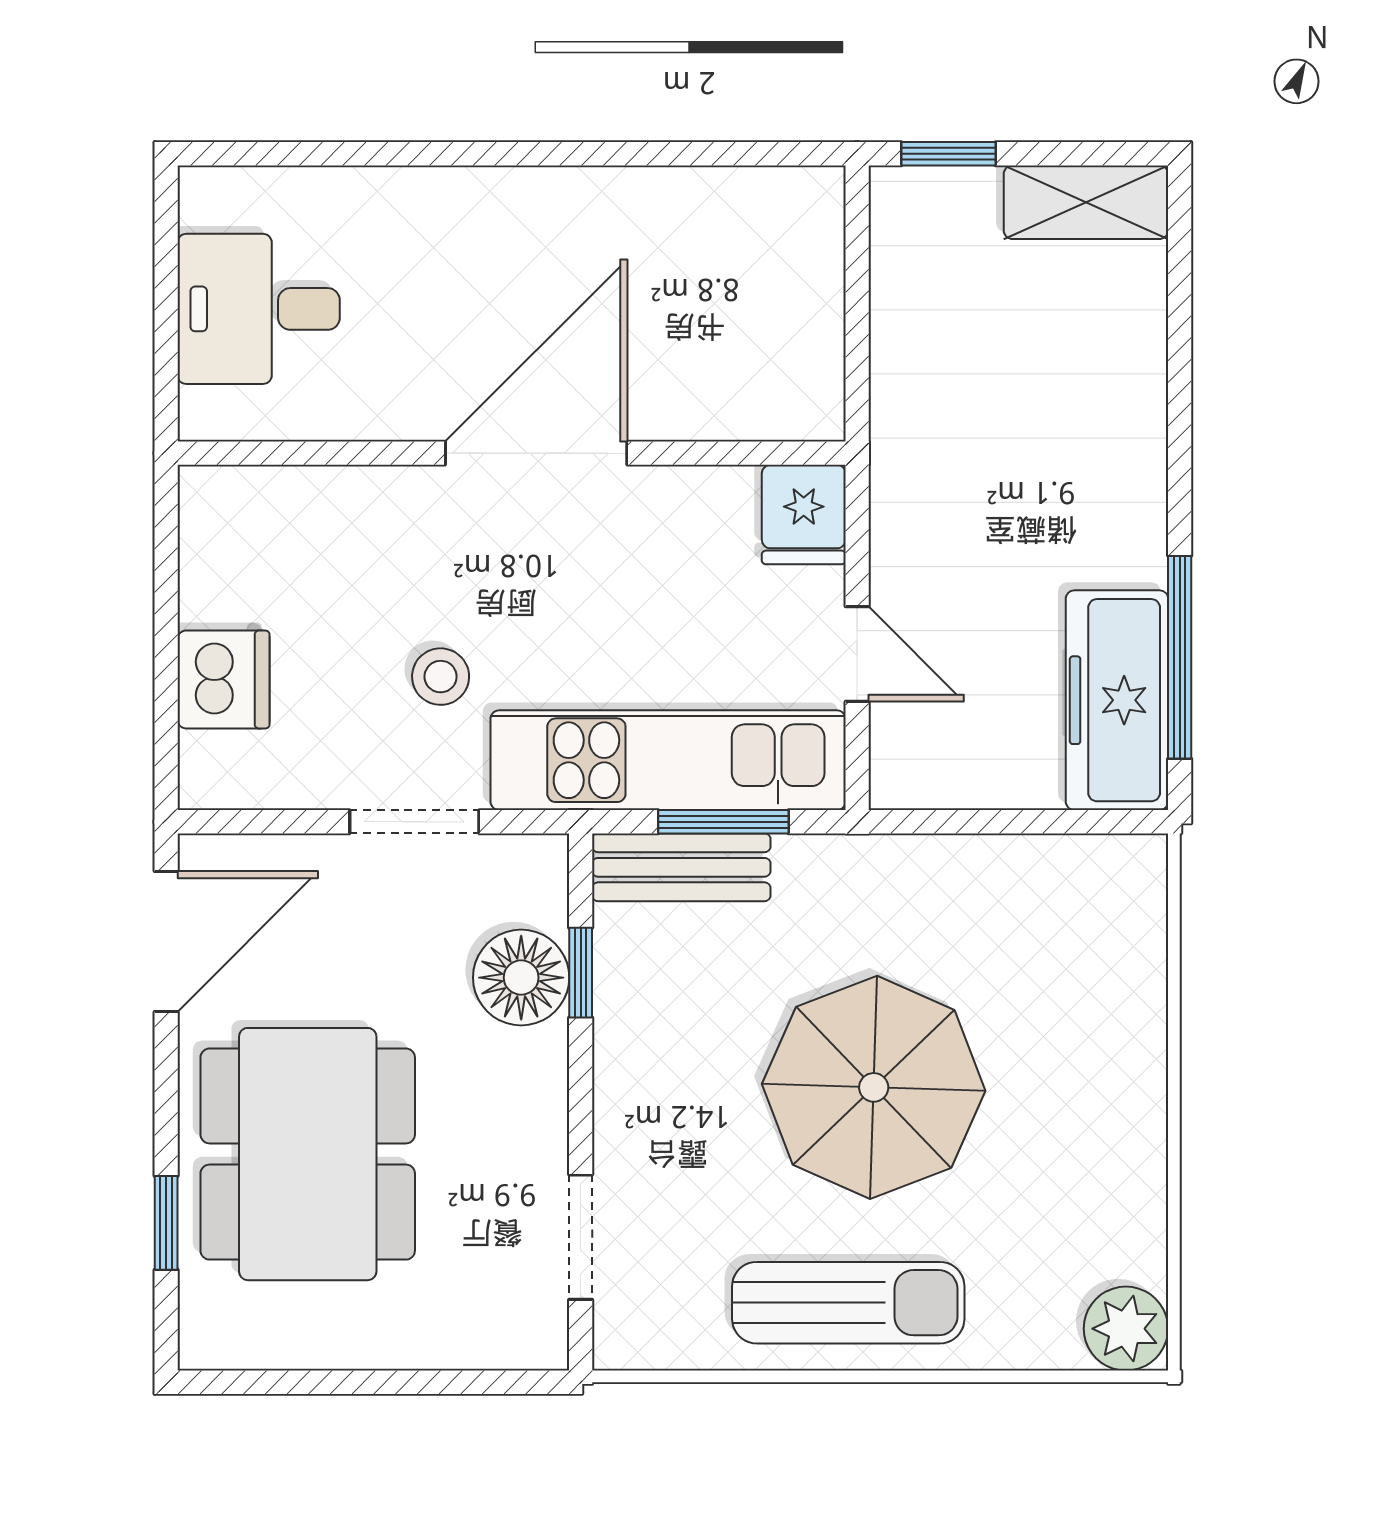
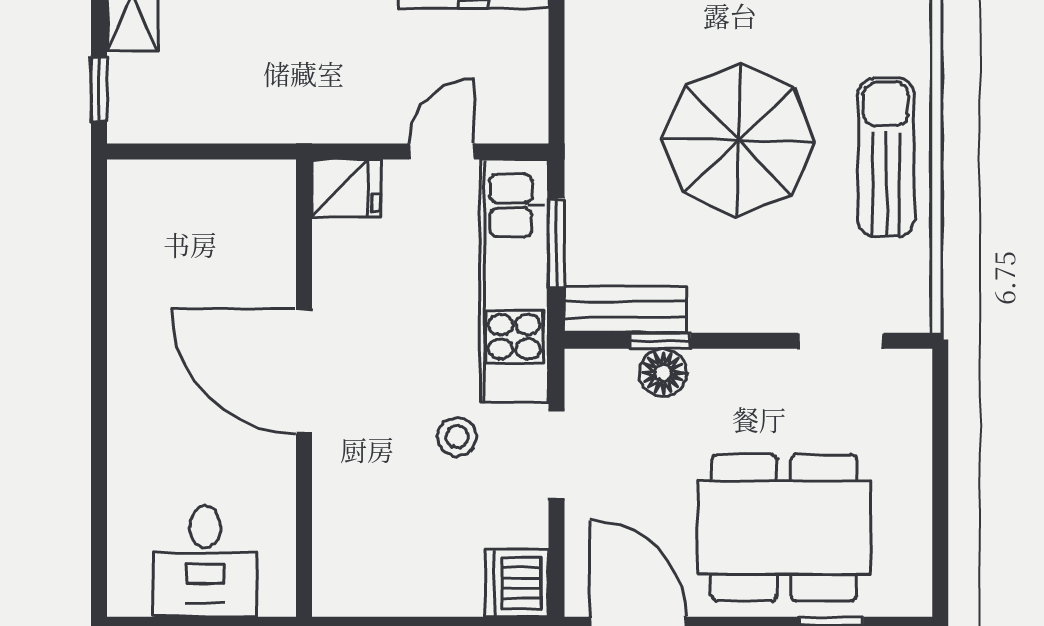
dishwasher: (224, 679) -> (517, 583), moved, turned -90
bench: (681, 867) -> (625, 310), moved, turned 90
floor lamp: (521, 978) -> (663, 373), width x0.73, depth x0.73

